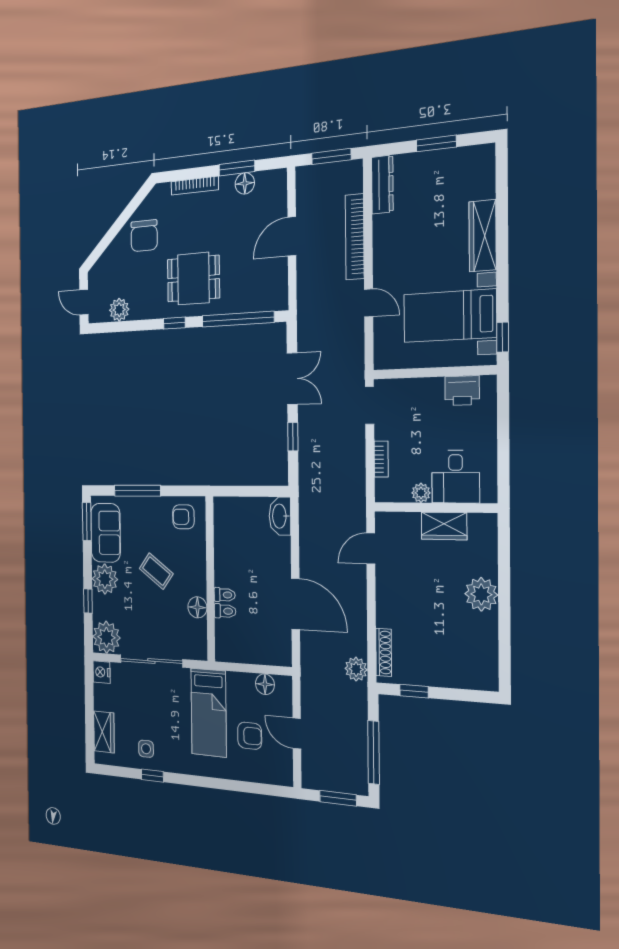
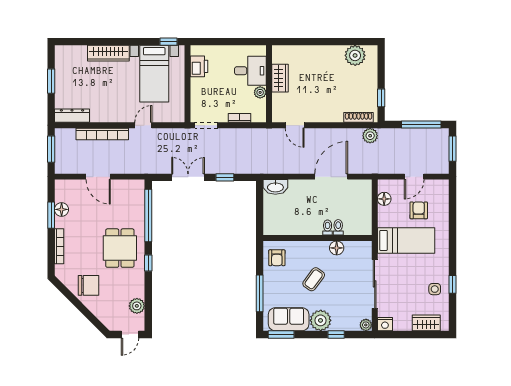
plant: (481, 594) -> (355, 55), moved
plant: (106, 637) -> (366, 325), width x0.53, depth x0.53

